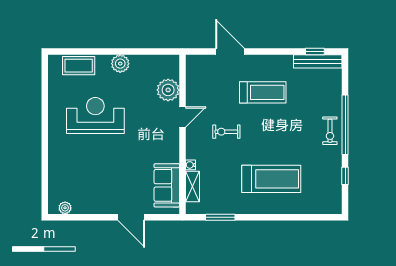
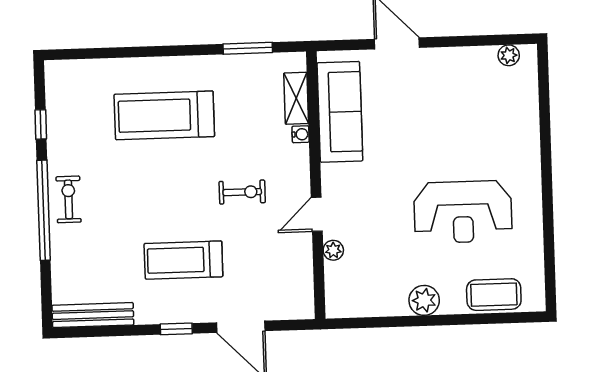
window: (315, 51) -> (176, 329), moved
plant: (168, 90) -> (333, 250), width x0.53, depth x0.53
sofa: (167, 185) -> (340, 112), width x1.36

